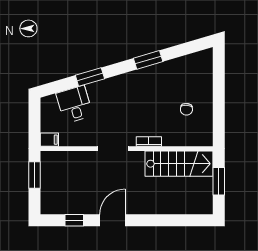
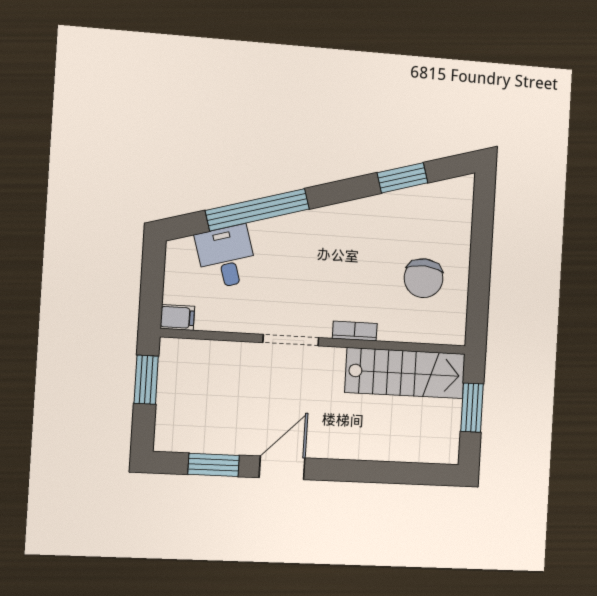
window: (148, 60) -> (402, 178), moved
window: (90, 77) -> (257, 210), width x2.11
chair: (186, 109) -> (424, 278), width x1.87, depth x1.87
window: (74, 220) -> (214, 465), width x1.50

